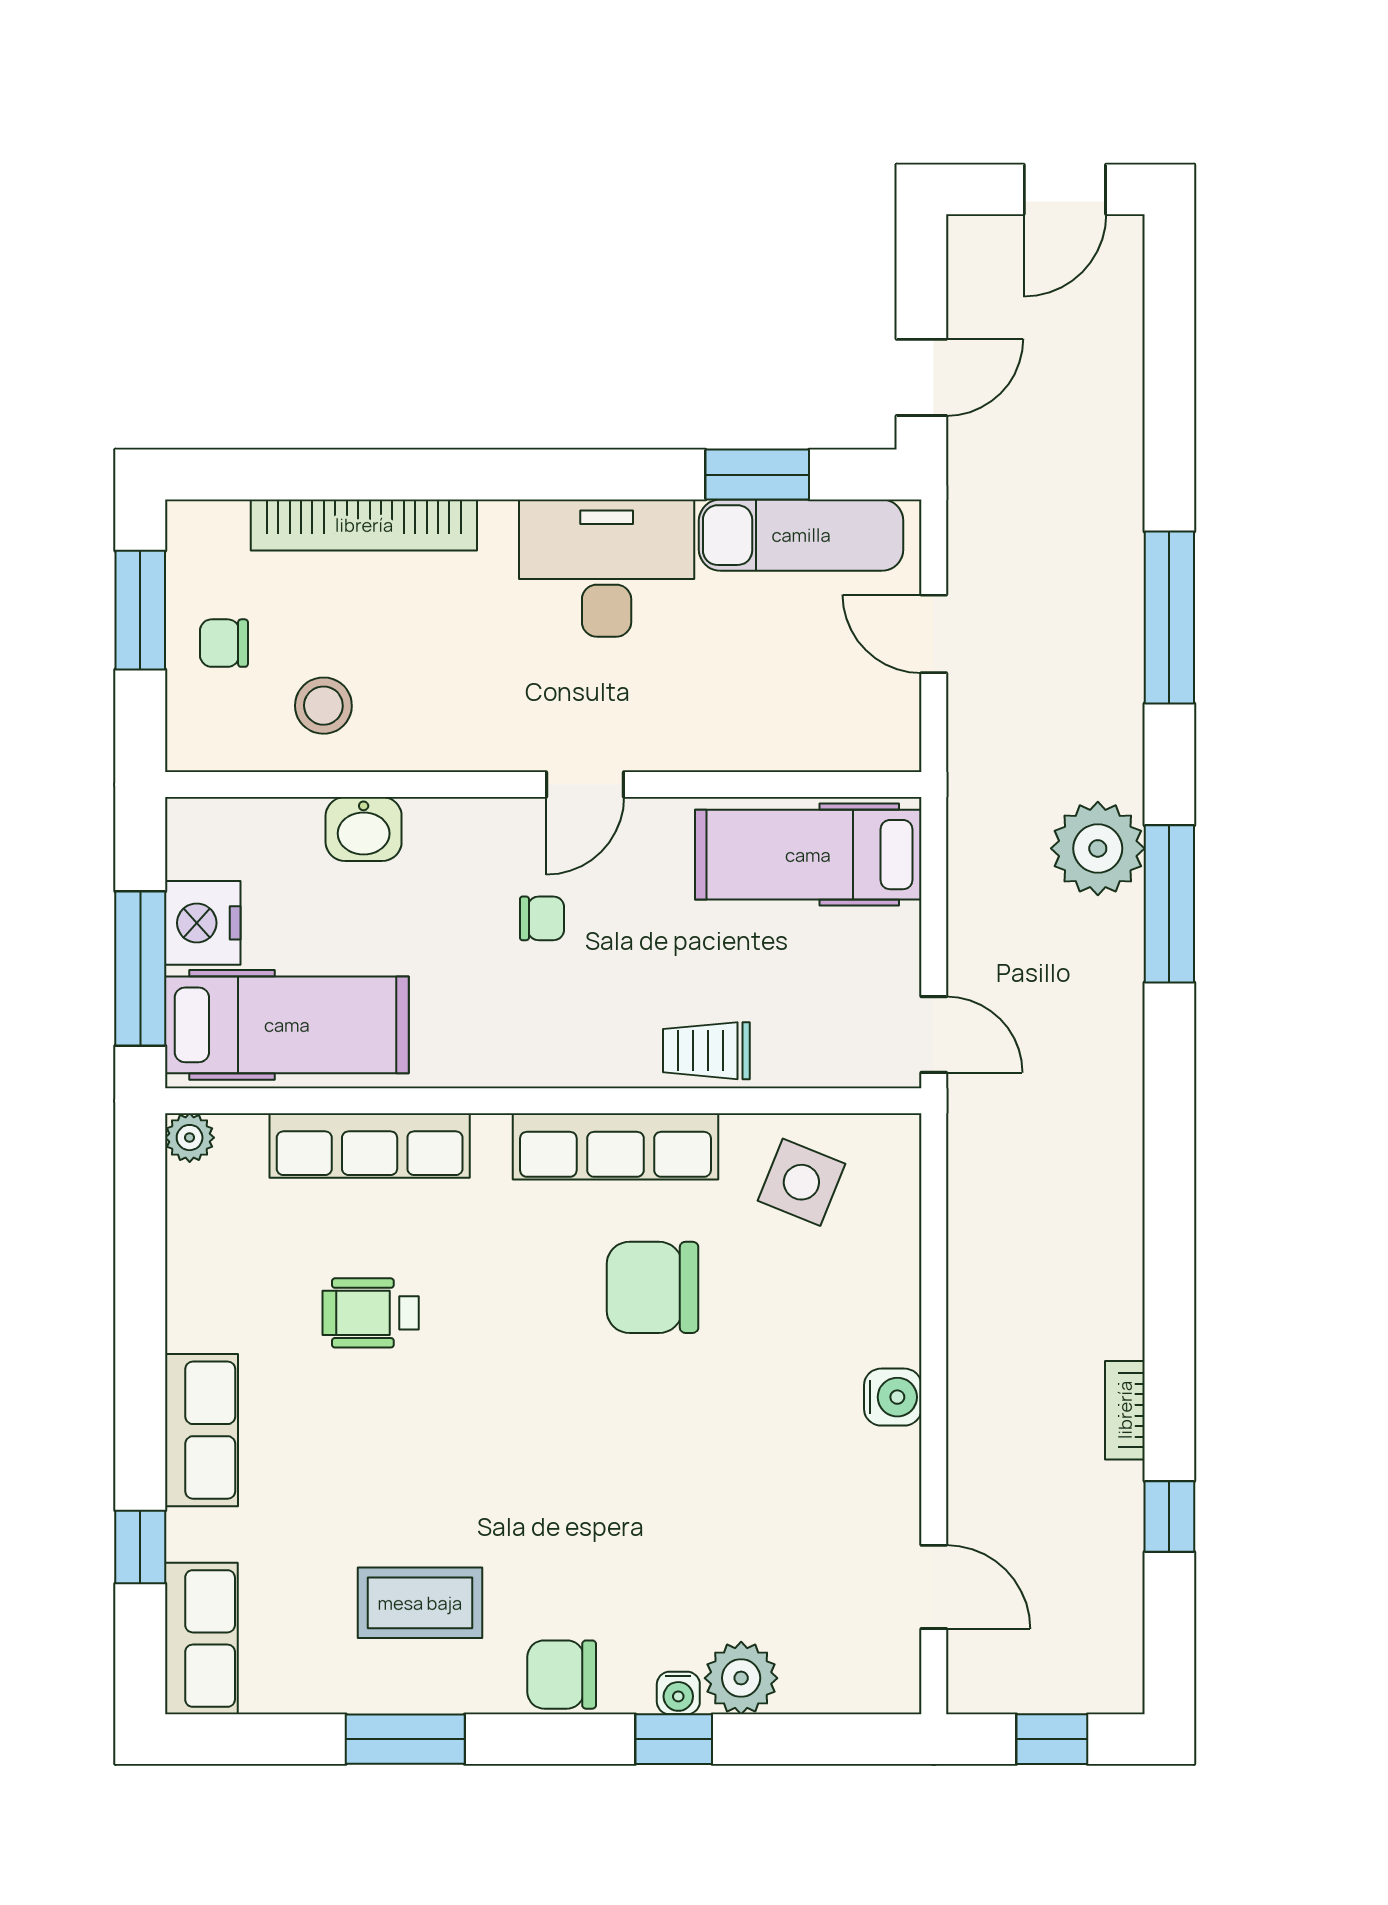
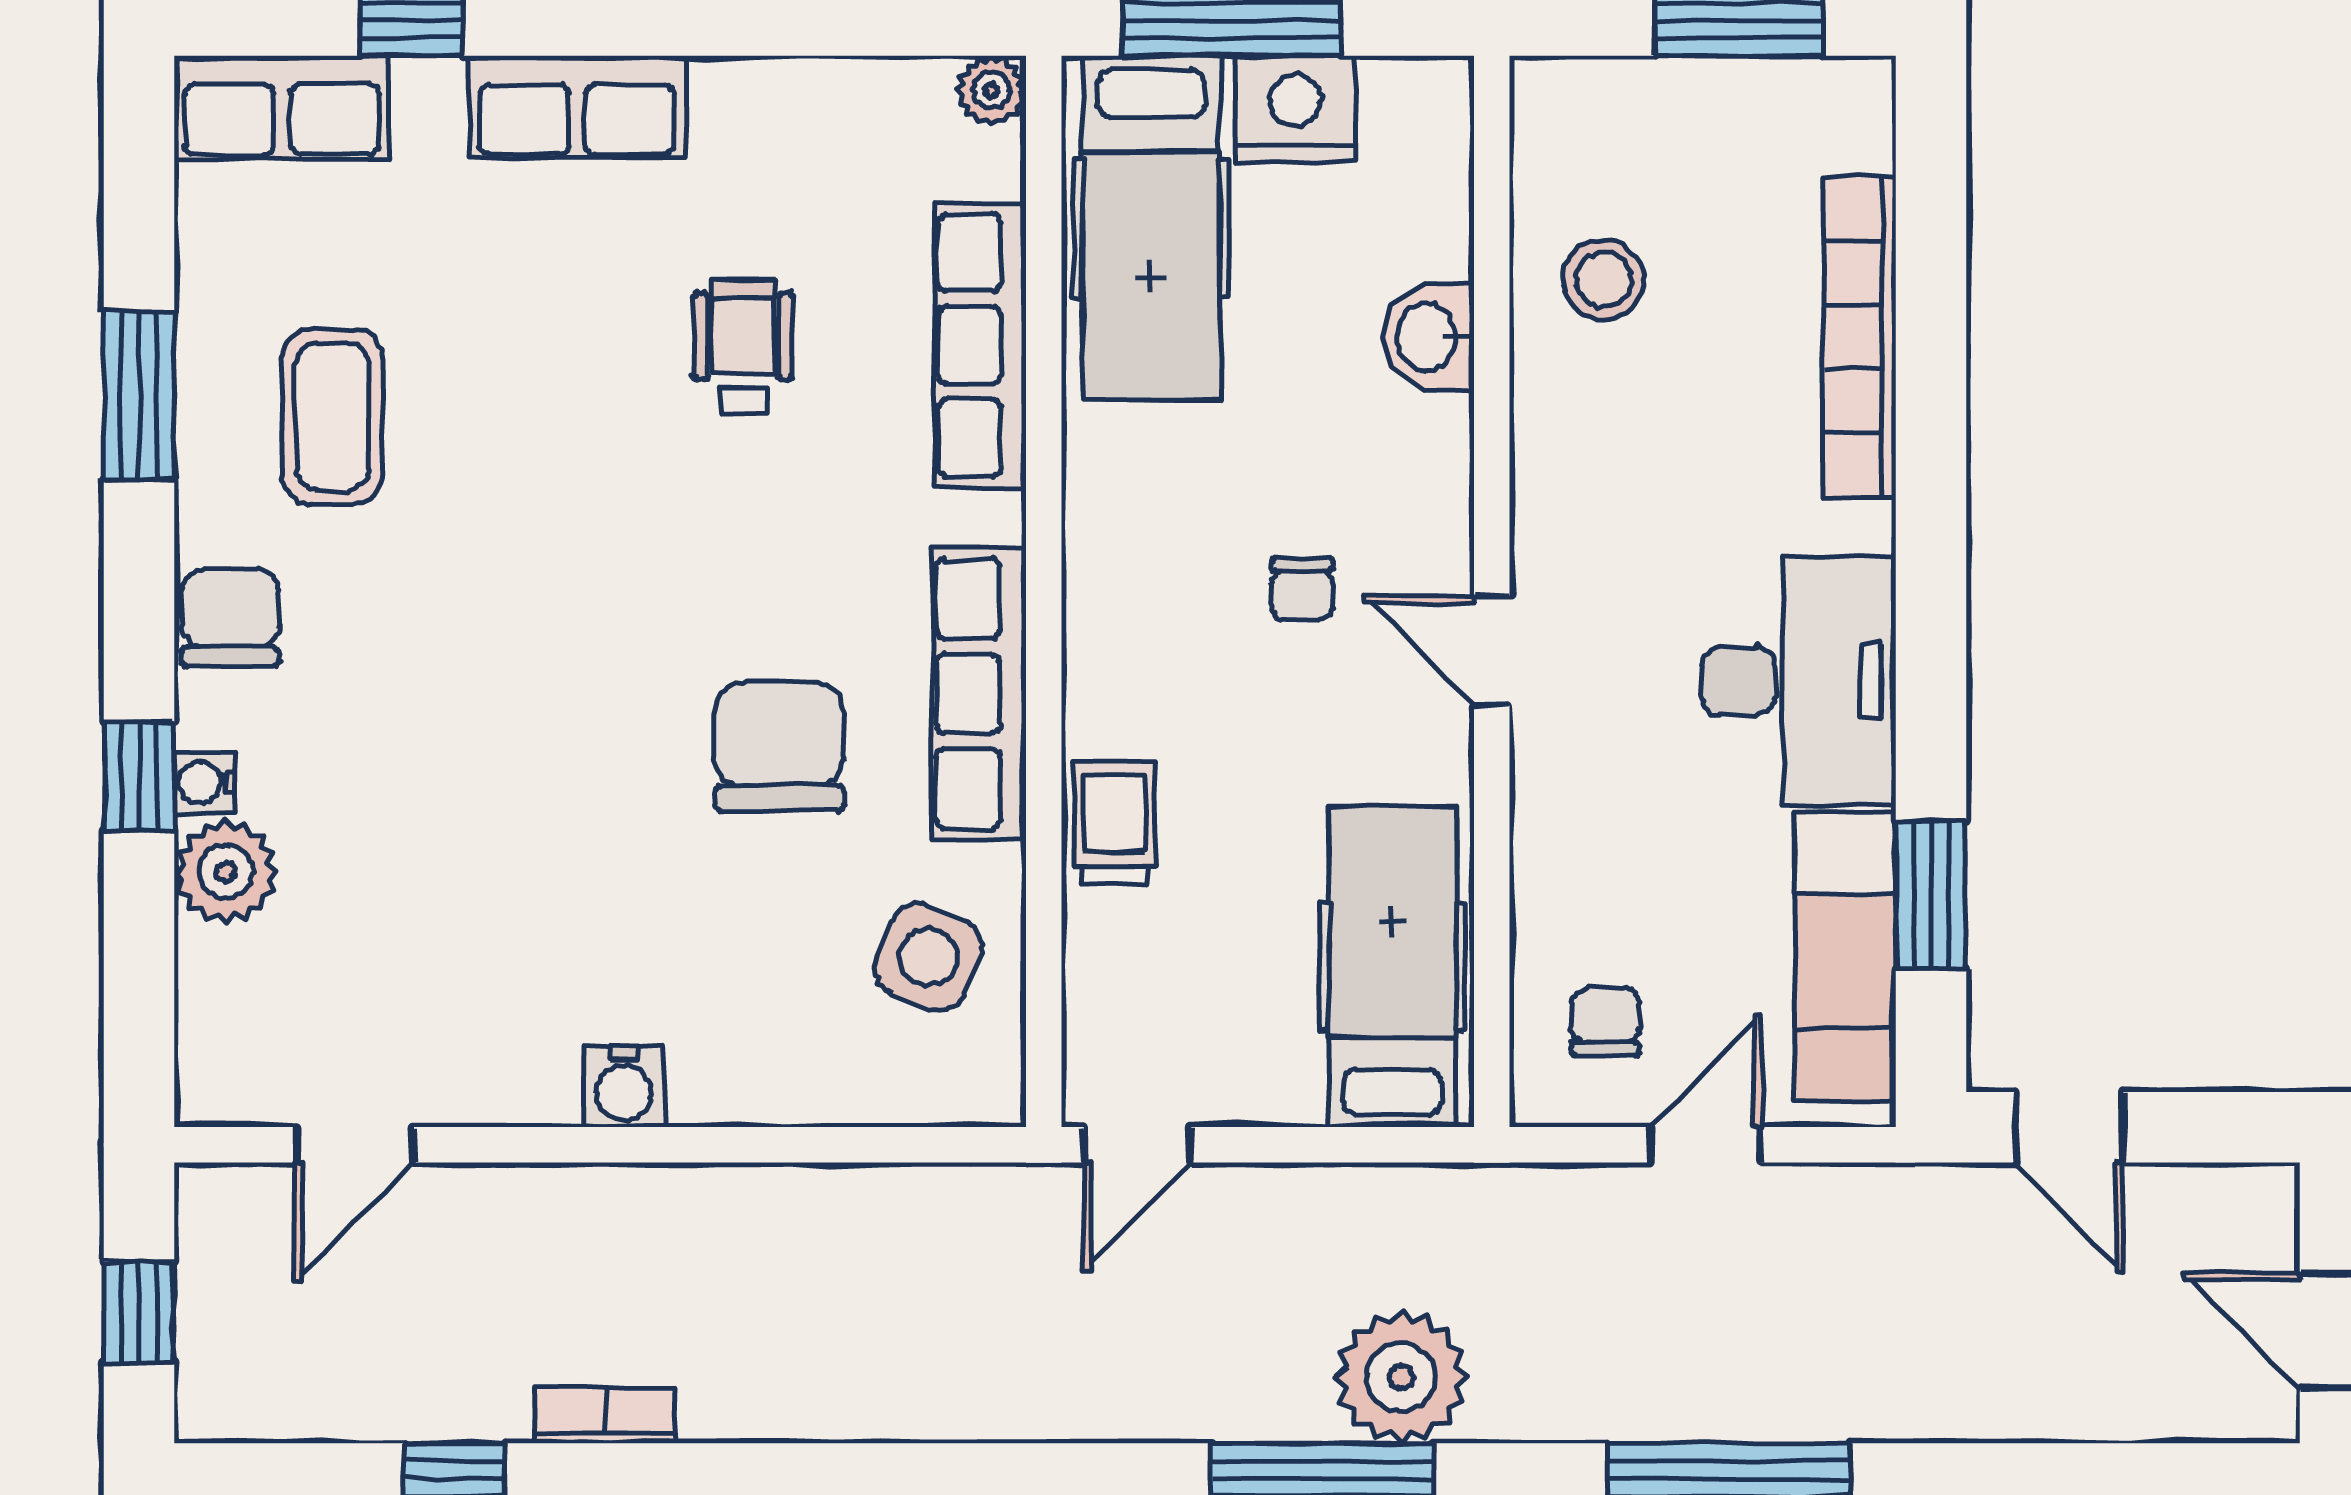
chair: (224, 643) -> (1605, 1022), moved

